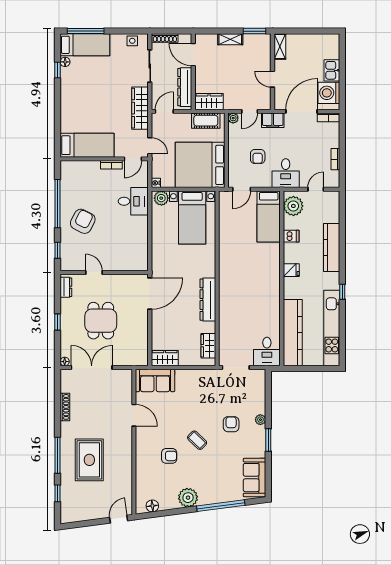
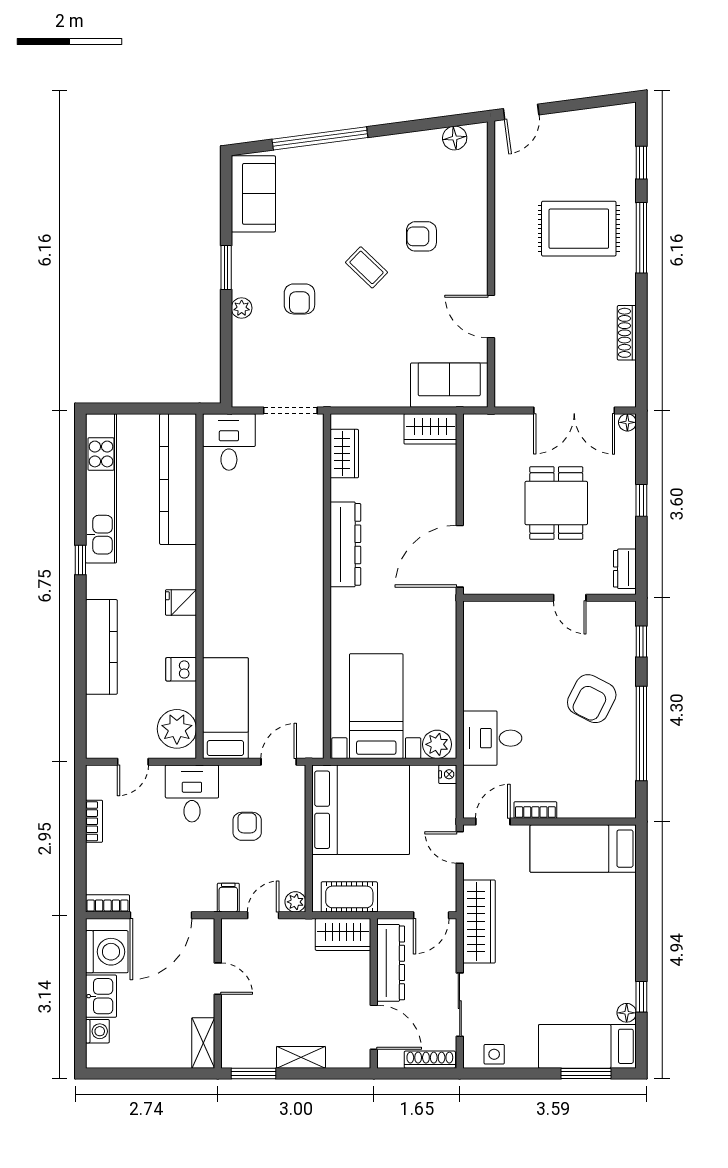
window: (86, 31) -> (586, 1073), width x0.69
washing machine: (334, 52) -> (97, 1031), added
filing cabinet: (273, 120) -> (228, 898), width x0.50
rug: (89, 460) -> (579, 229), turned 90
plant: (188, 498) -> (384, 154), removed

